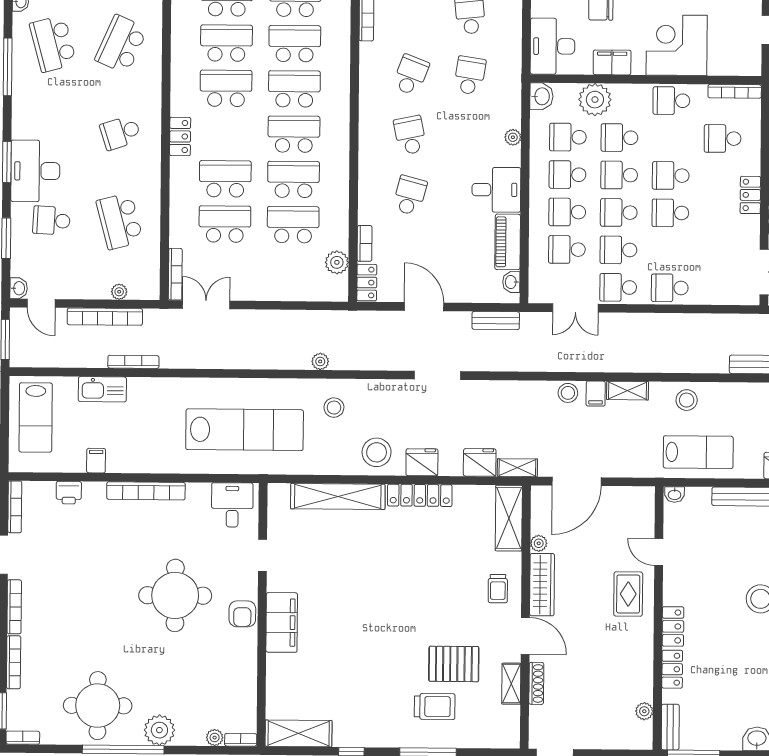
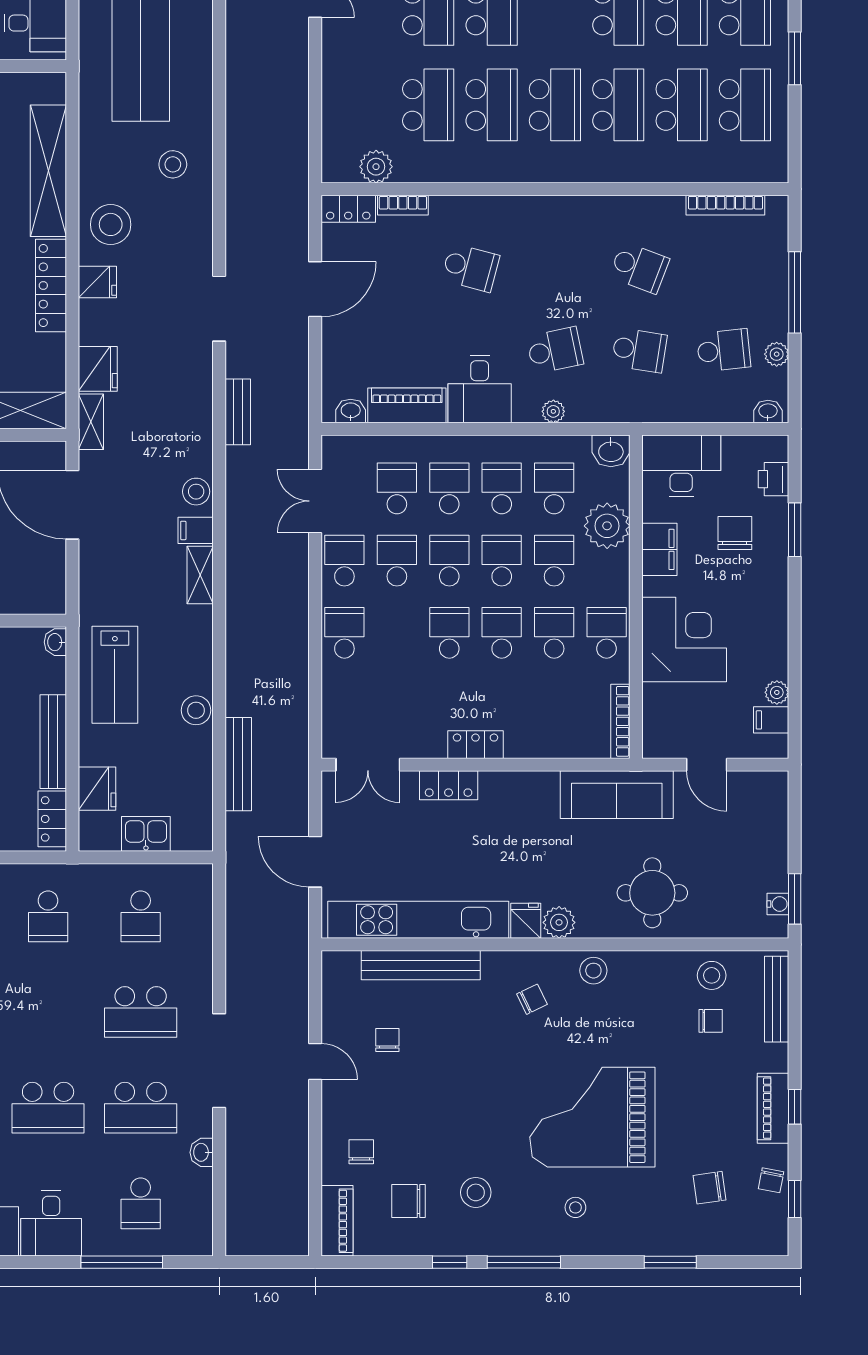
school desk: (410, 135) -> (555, 350), moved
school desk: (723, 139) -> (554, 633), moved
bench: (496, 321) -> (238, 412), moved
plant: (320, 361) -> (237, 145), removed
stool: (687, 400) -> (196, 710), moved
fridge: (422, 462) -> (97, 282), width x0.72

